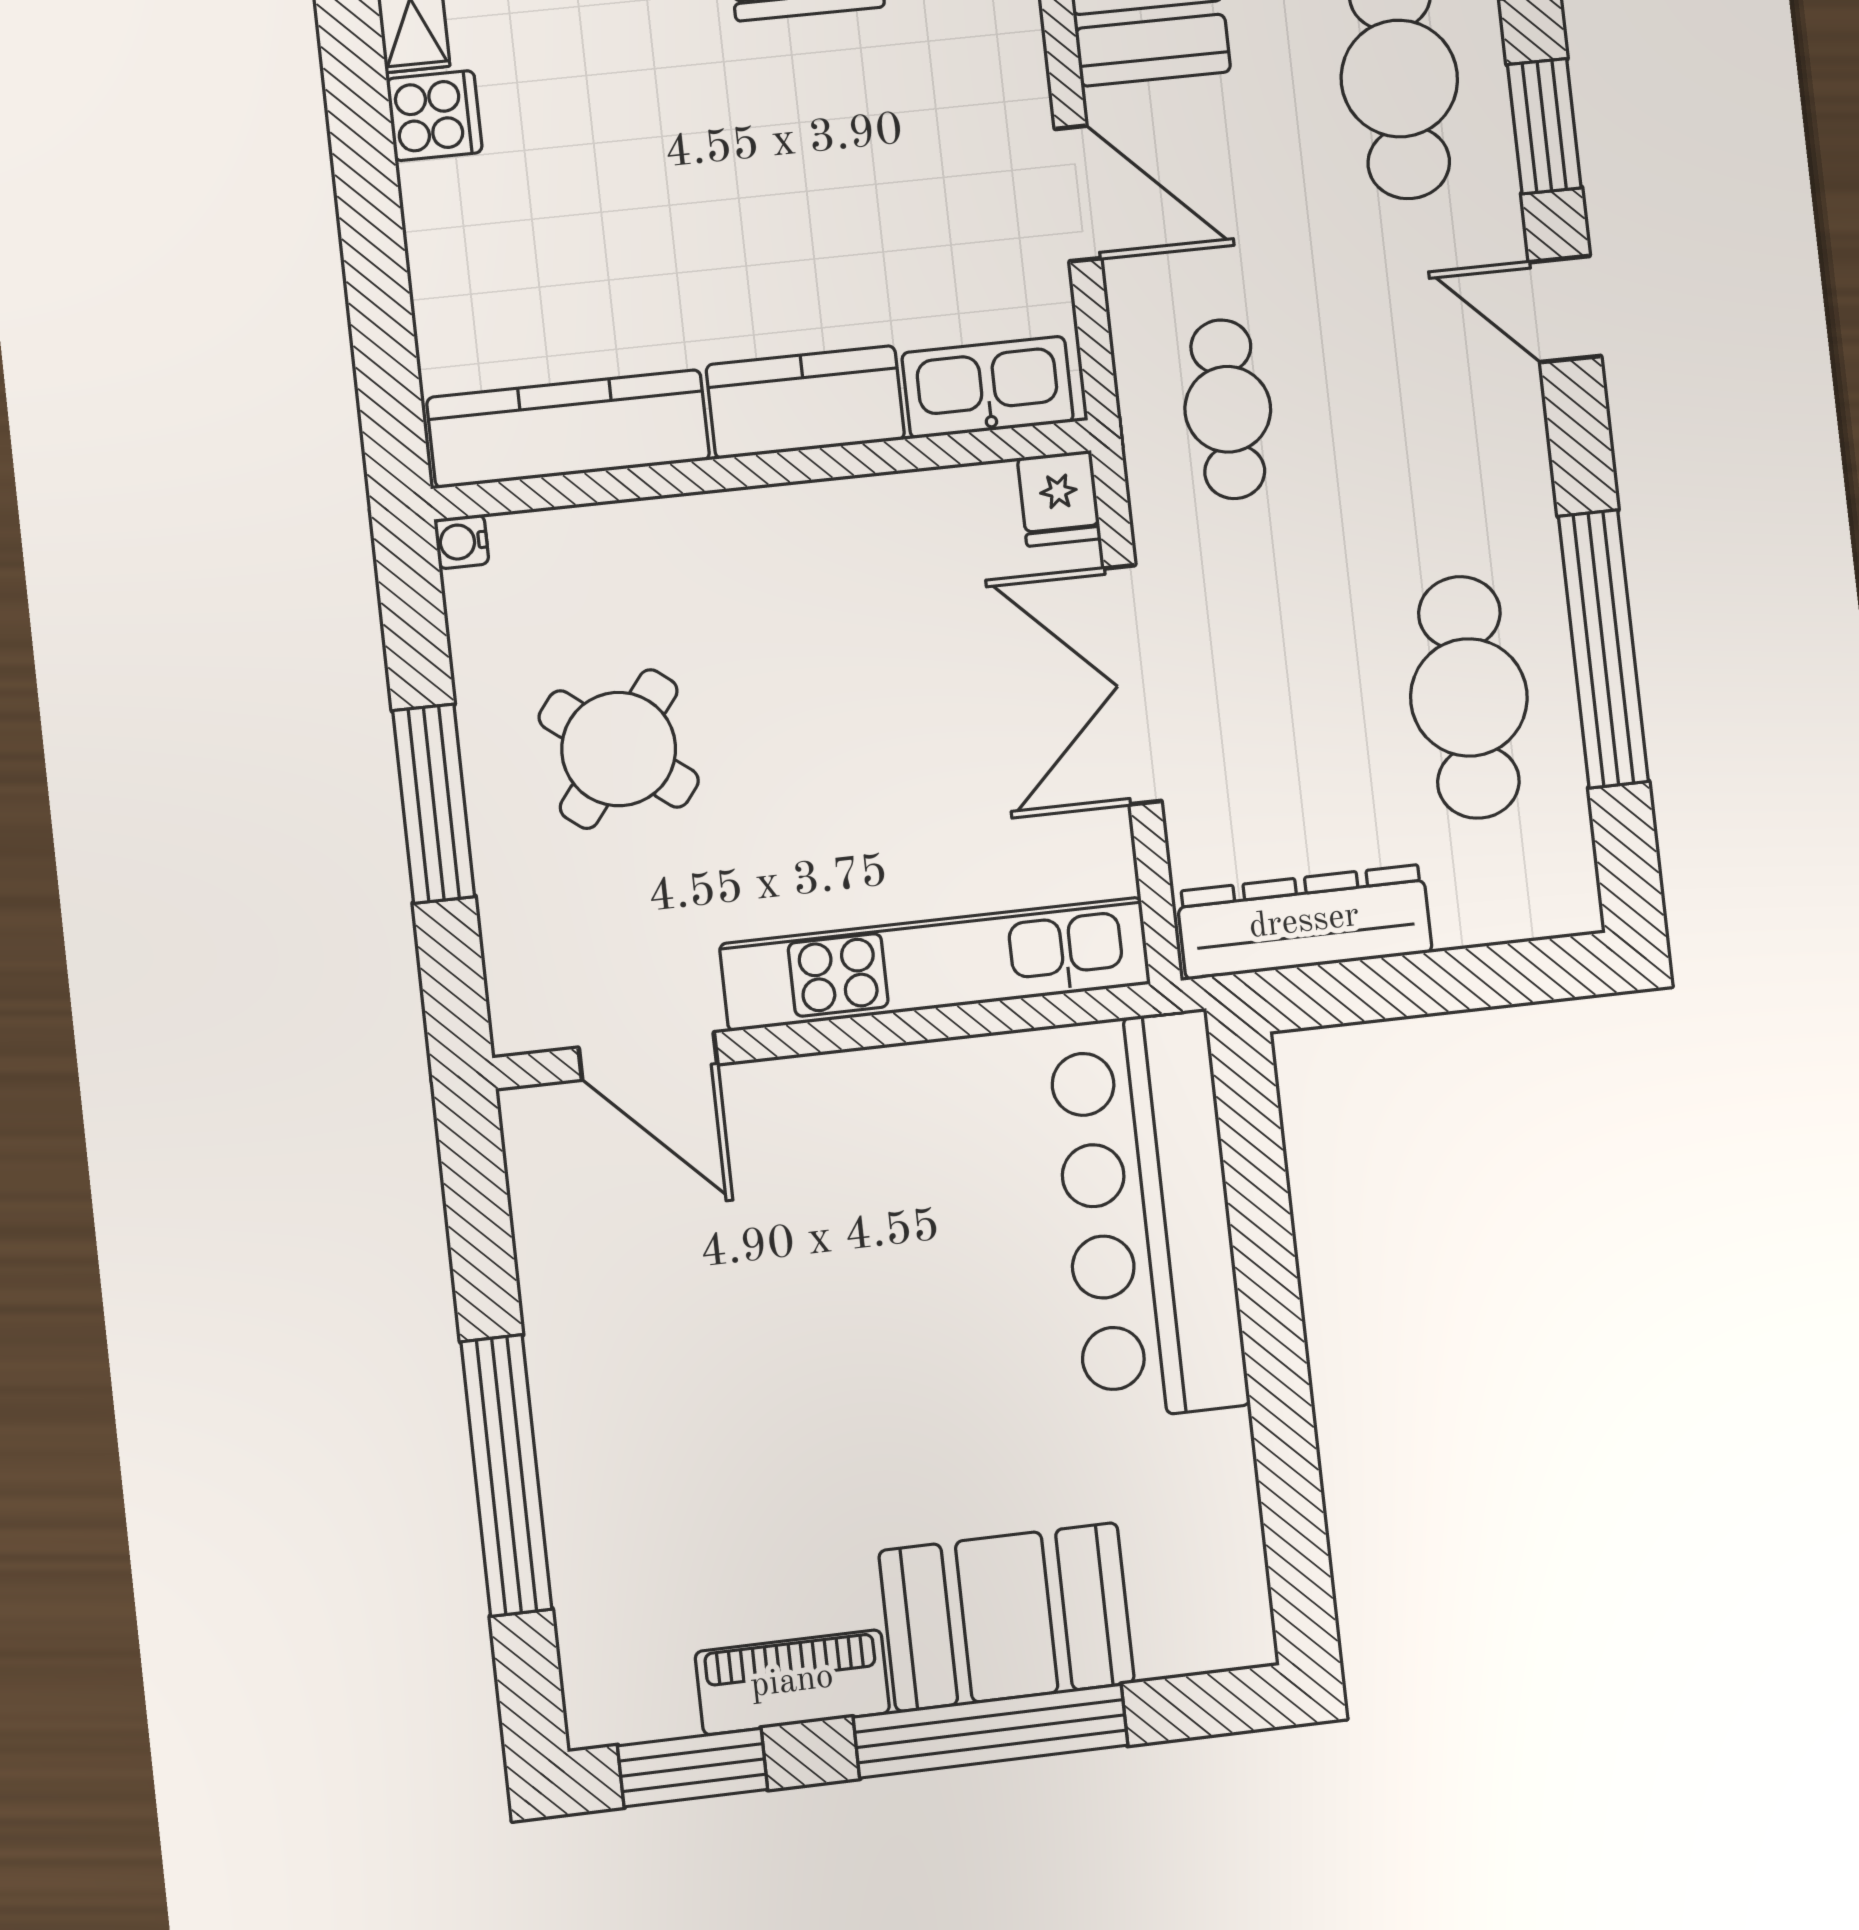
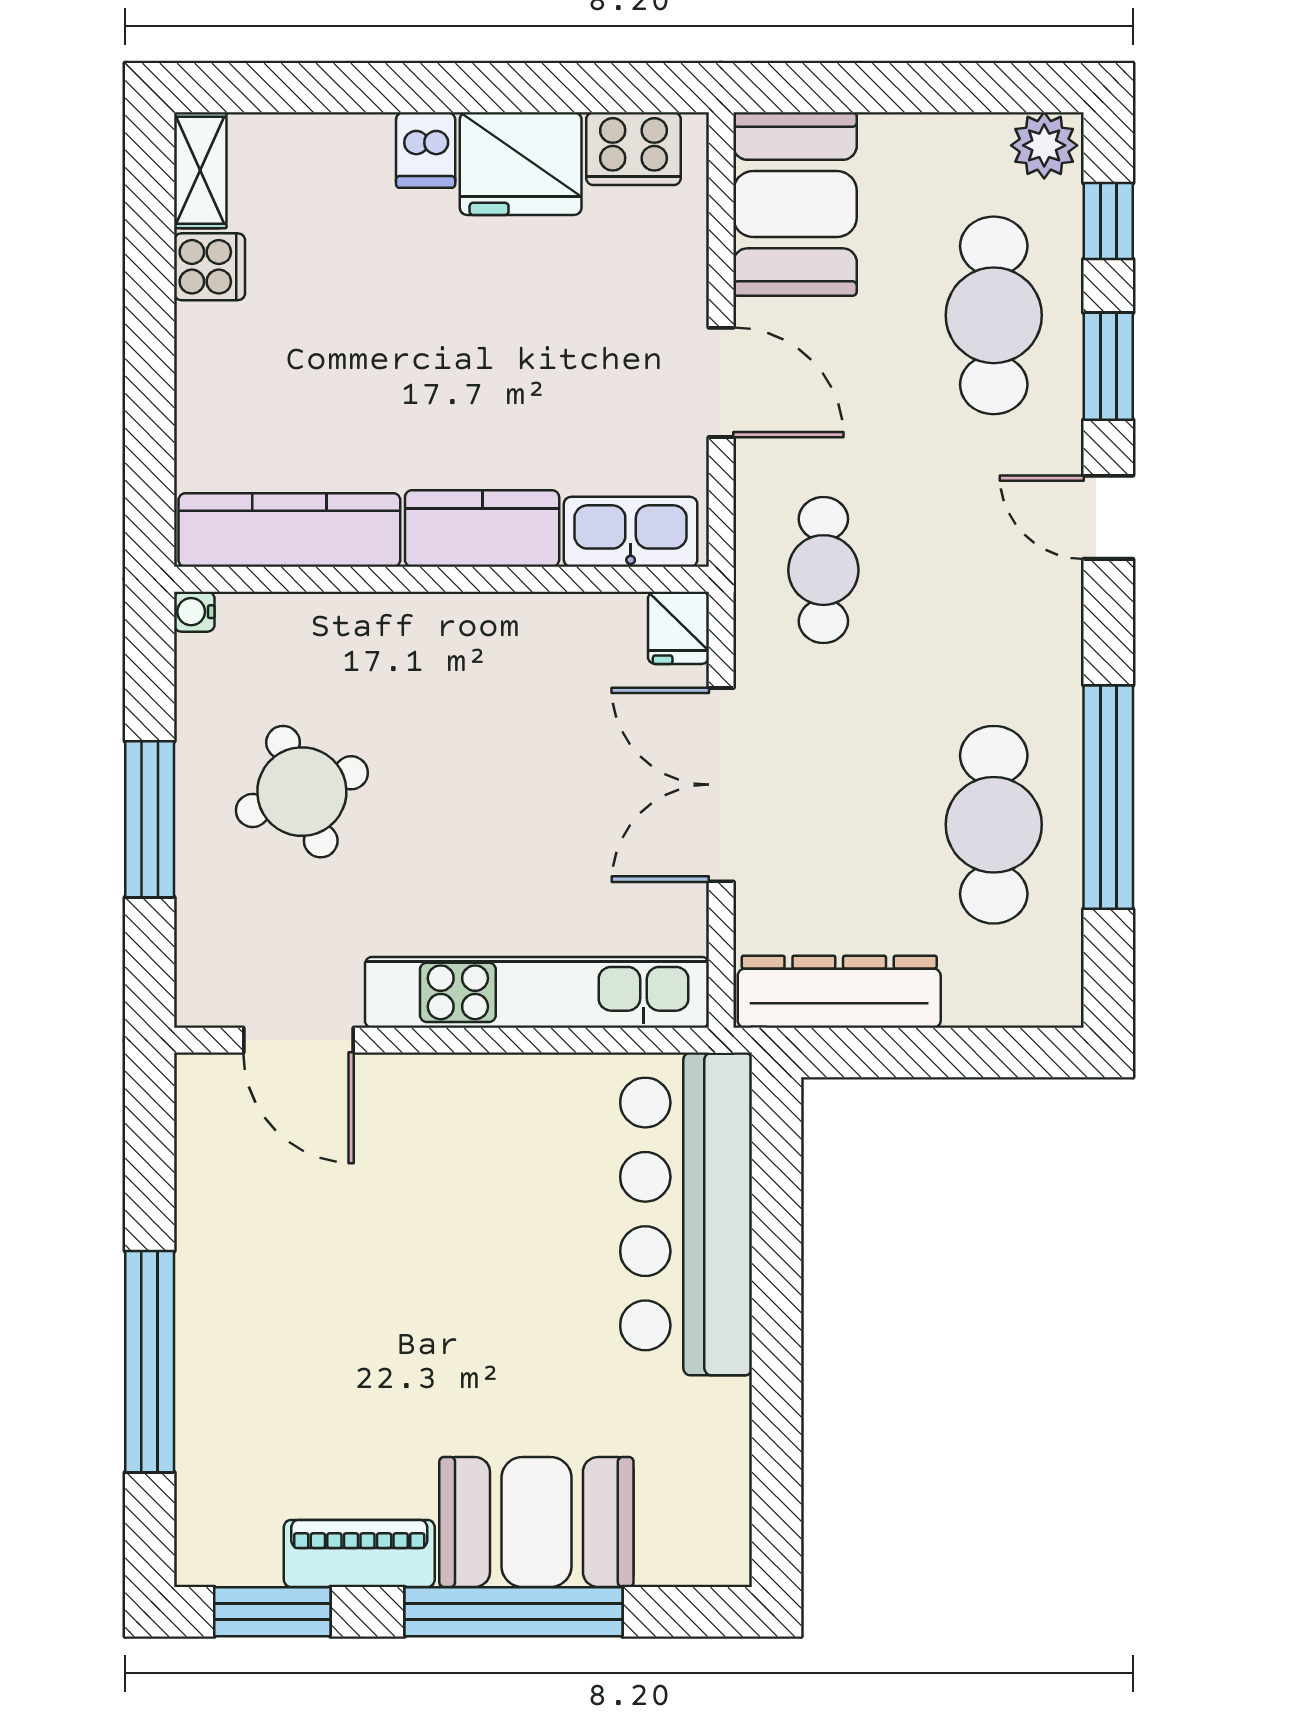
round table: (619, 749) -> (302, 792), turned 31

